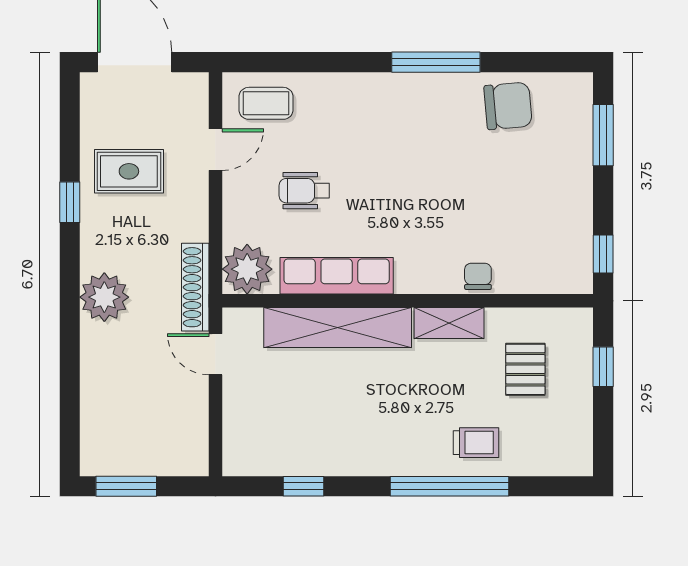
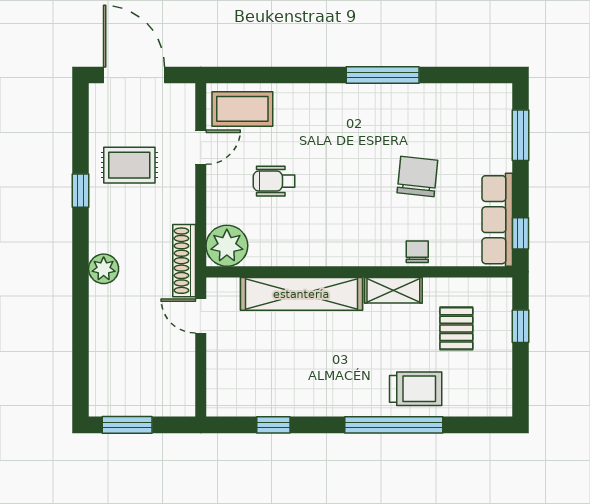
coffee table: (266, 103) -> (242, 109), width x1.36, depth x1.30
chair: (508, 106) -> (417, 177), moved, turned -79
row of seats: (337, 276) -> (497, 220), moved, turned -90
plant: (104, 297) -> (104, 269), width x0.73, depth x0.73
trolley: (476, 443) -> (416, 389), width x1.36, depth x1.39

